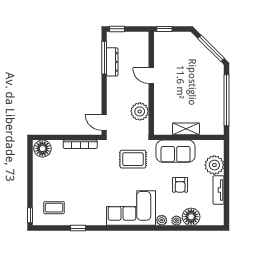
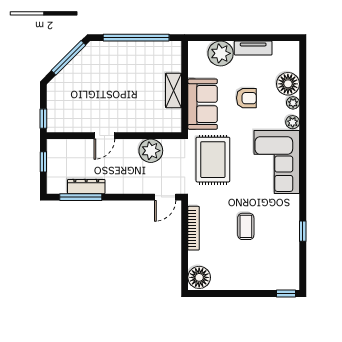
window: (117, 29) -> (43, 162), moved
rug: (133, 159) -> (213, 160), width x1.36, depth x1.43
coffee table: (54, 208) -> (246, 226), moved

